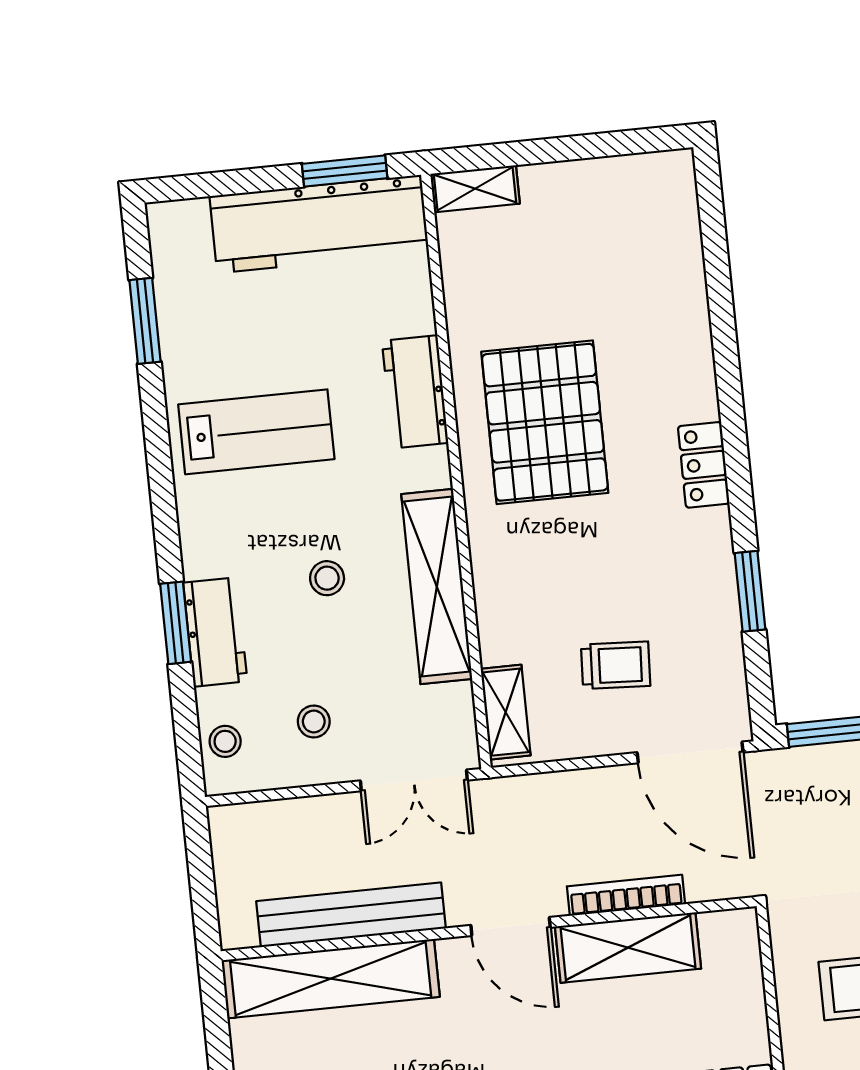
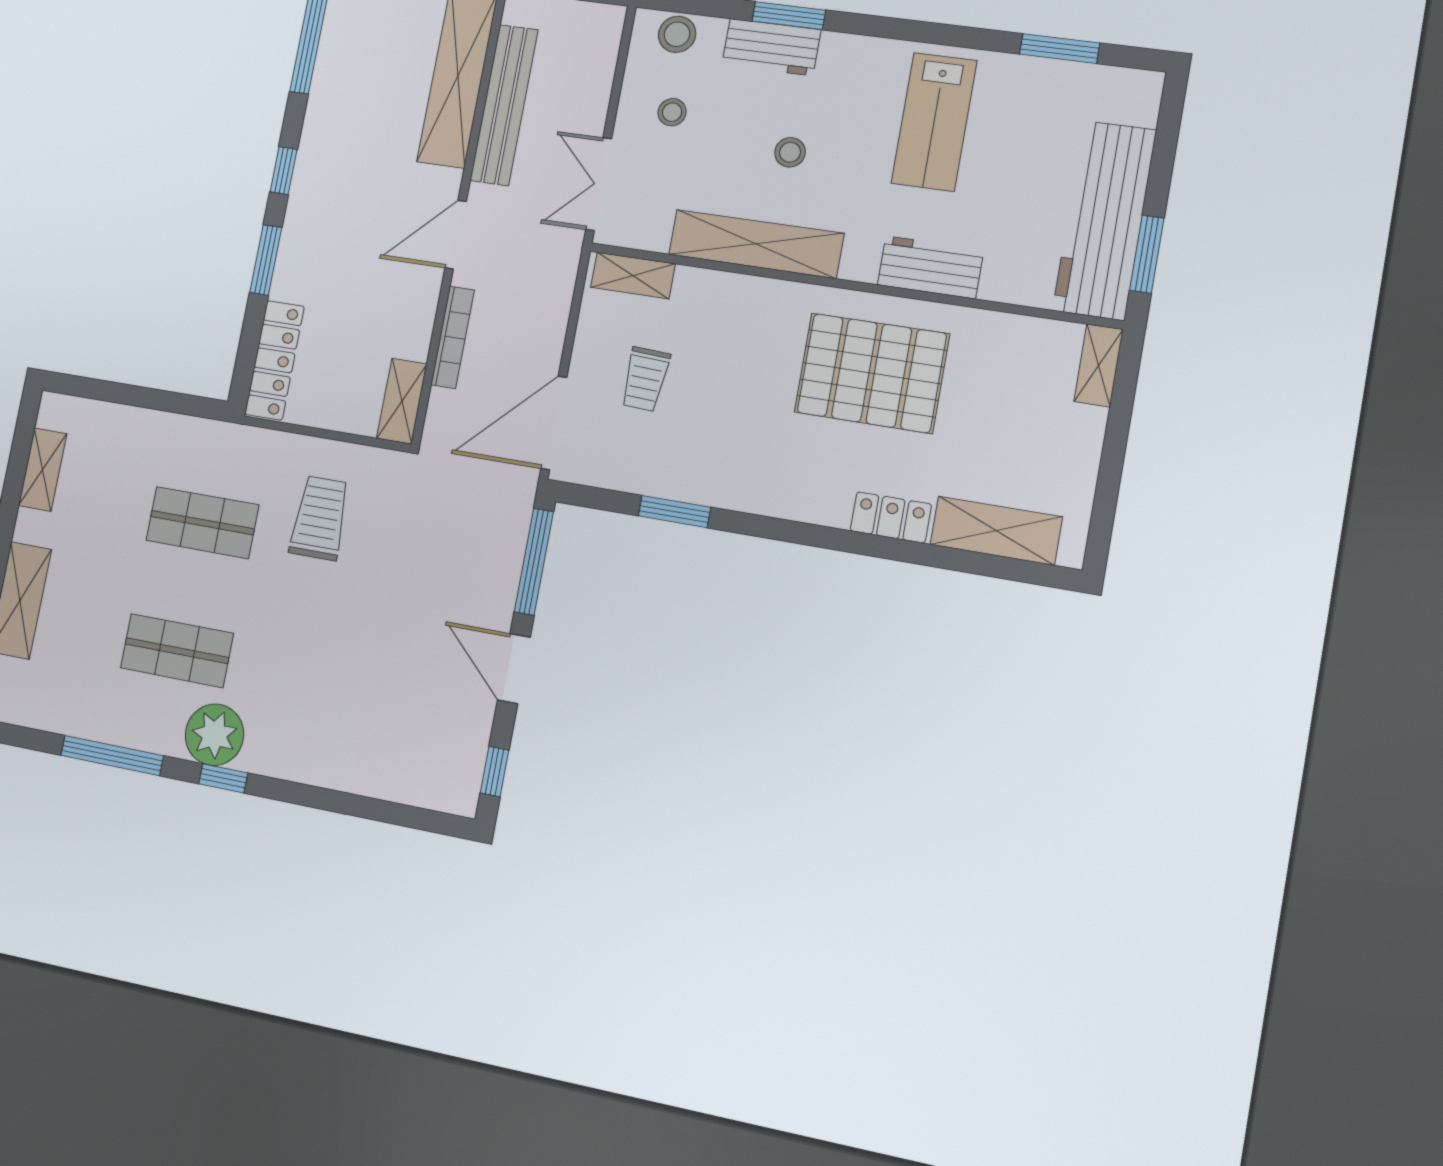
shelving: (677, 246) -> (996, 531), added
locker: (704, 465) -> (891, 517), moved
stool: (225, 741) -> (677, 34), width x1.37, depth x1.37
shelving: (628, 948) -> (402, 401), moved, width x0.67, depth x0.75

